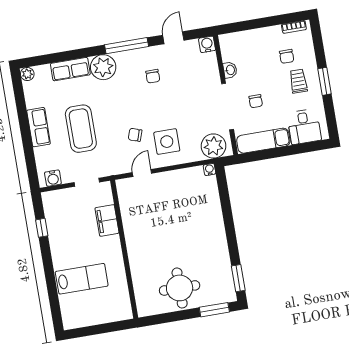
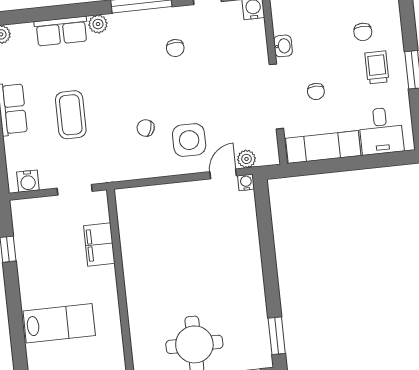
plant: (103, 67) -> (98, 24), width x0.53, depth x0.53
coffee table: (81, 129) -> (71, 115), width x0.73, depth x0.76
plant: (213, 146) -> (247, 159), width x0.53, depth x0.53
door: (142, 173) -> (223, 174), moved

